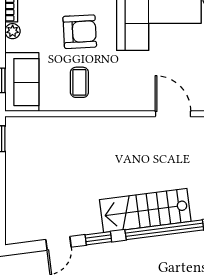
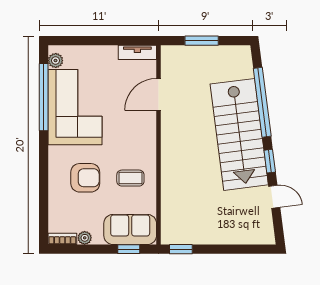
armchair: (80, 32) -> (85, 178), turned 93
stairs: (145, 210) -> (239, 134), width x1.36, depth x1.51

